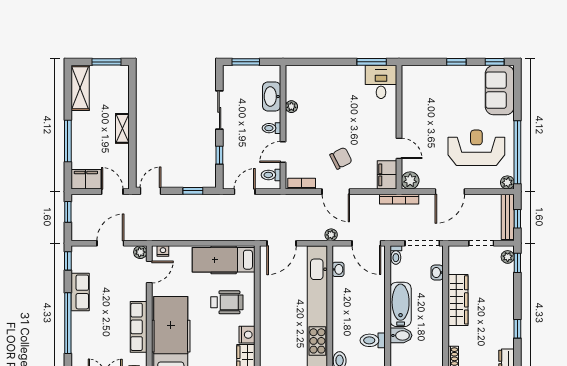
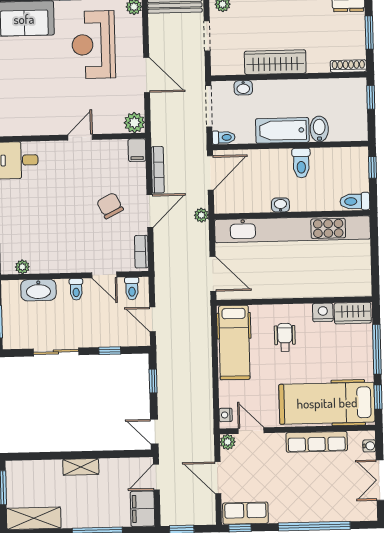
plant: (291, 107) -> (22, 267), moved
door: (399, 148) -> (80, 137), moved
filing cabinet: (387, 175) -> (137, 150), width x0.50
bookcase: (399, 199) -> (158, 170), moved
washbasin: (338, 269) -> (280, 205), moved
row of seats: (80, 292) -> (245, 513), moved
wheelchair: (227, 302) -> (285, 337), width x0.73, depth x0.73
toilet: (373, 340) -> (301, 163), moved

